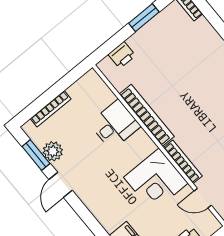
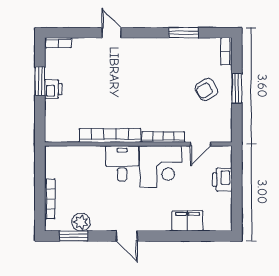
printer: (122, 55) -> (53, 89), moved
desk: (115, 125) -> (122, 163), moved
door: (61, 185) -> (127, 236), moved

